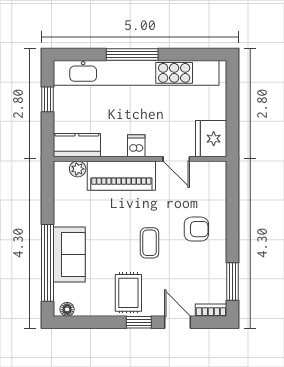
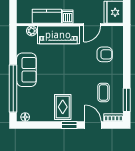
kitchen counter: (77, 145) -> (47, 16), moved
door: (176, 159) -> (92, 25), hinge flipped
armchair: (196, 229) -> (105, 54), moved
coffee table: (150, 243) -> (103, 92), moved
sofa: (69, 255) -> (26, 70), moved

